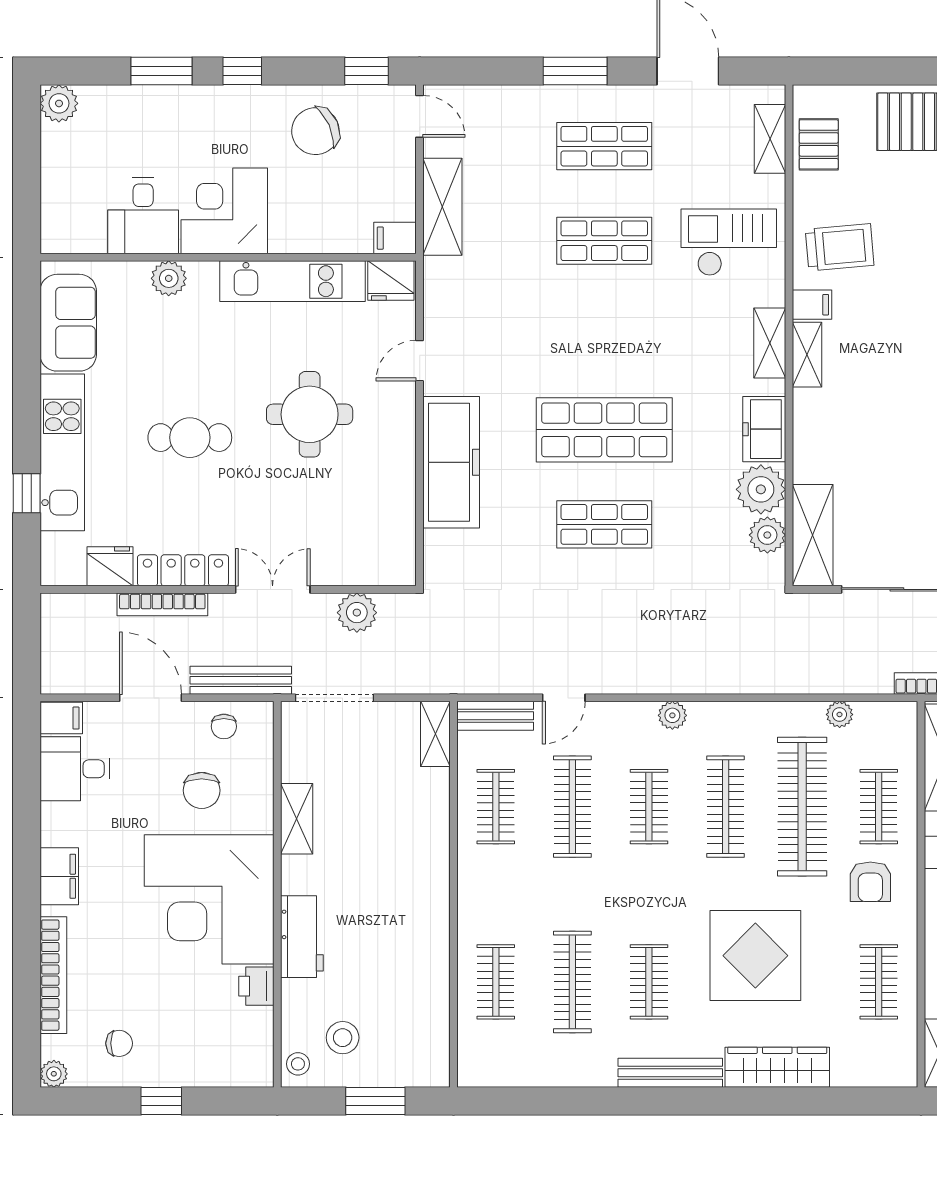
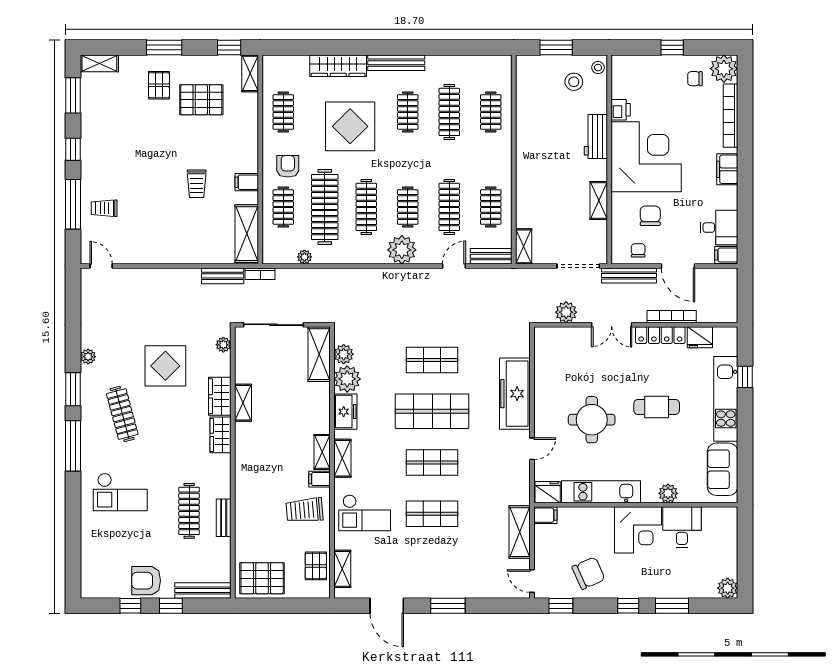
shop shelf: (604, 146) -> (432, 462), moved
plant: (672, 715) -> (402, 250), width x1.87, depth x1.87
plant: (54, 1074) -> (724, 69), width x1.88, depth x1.88

